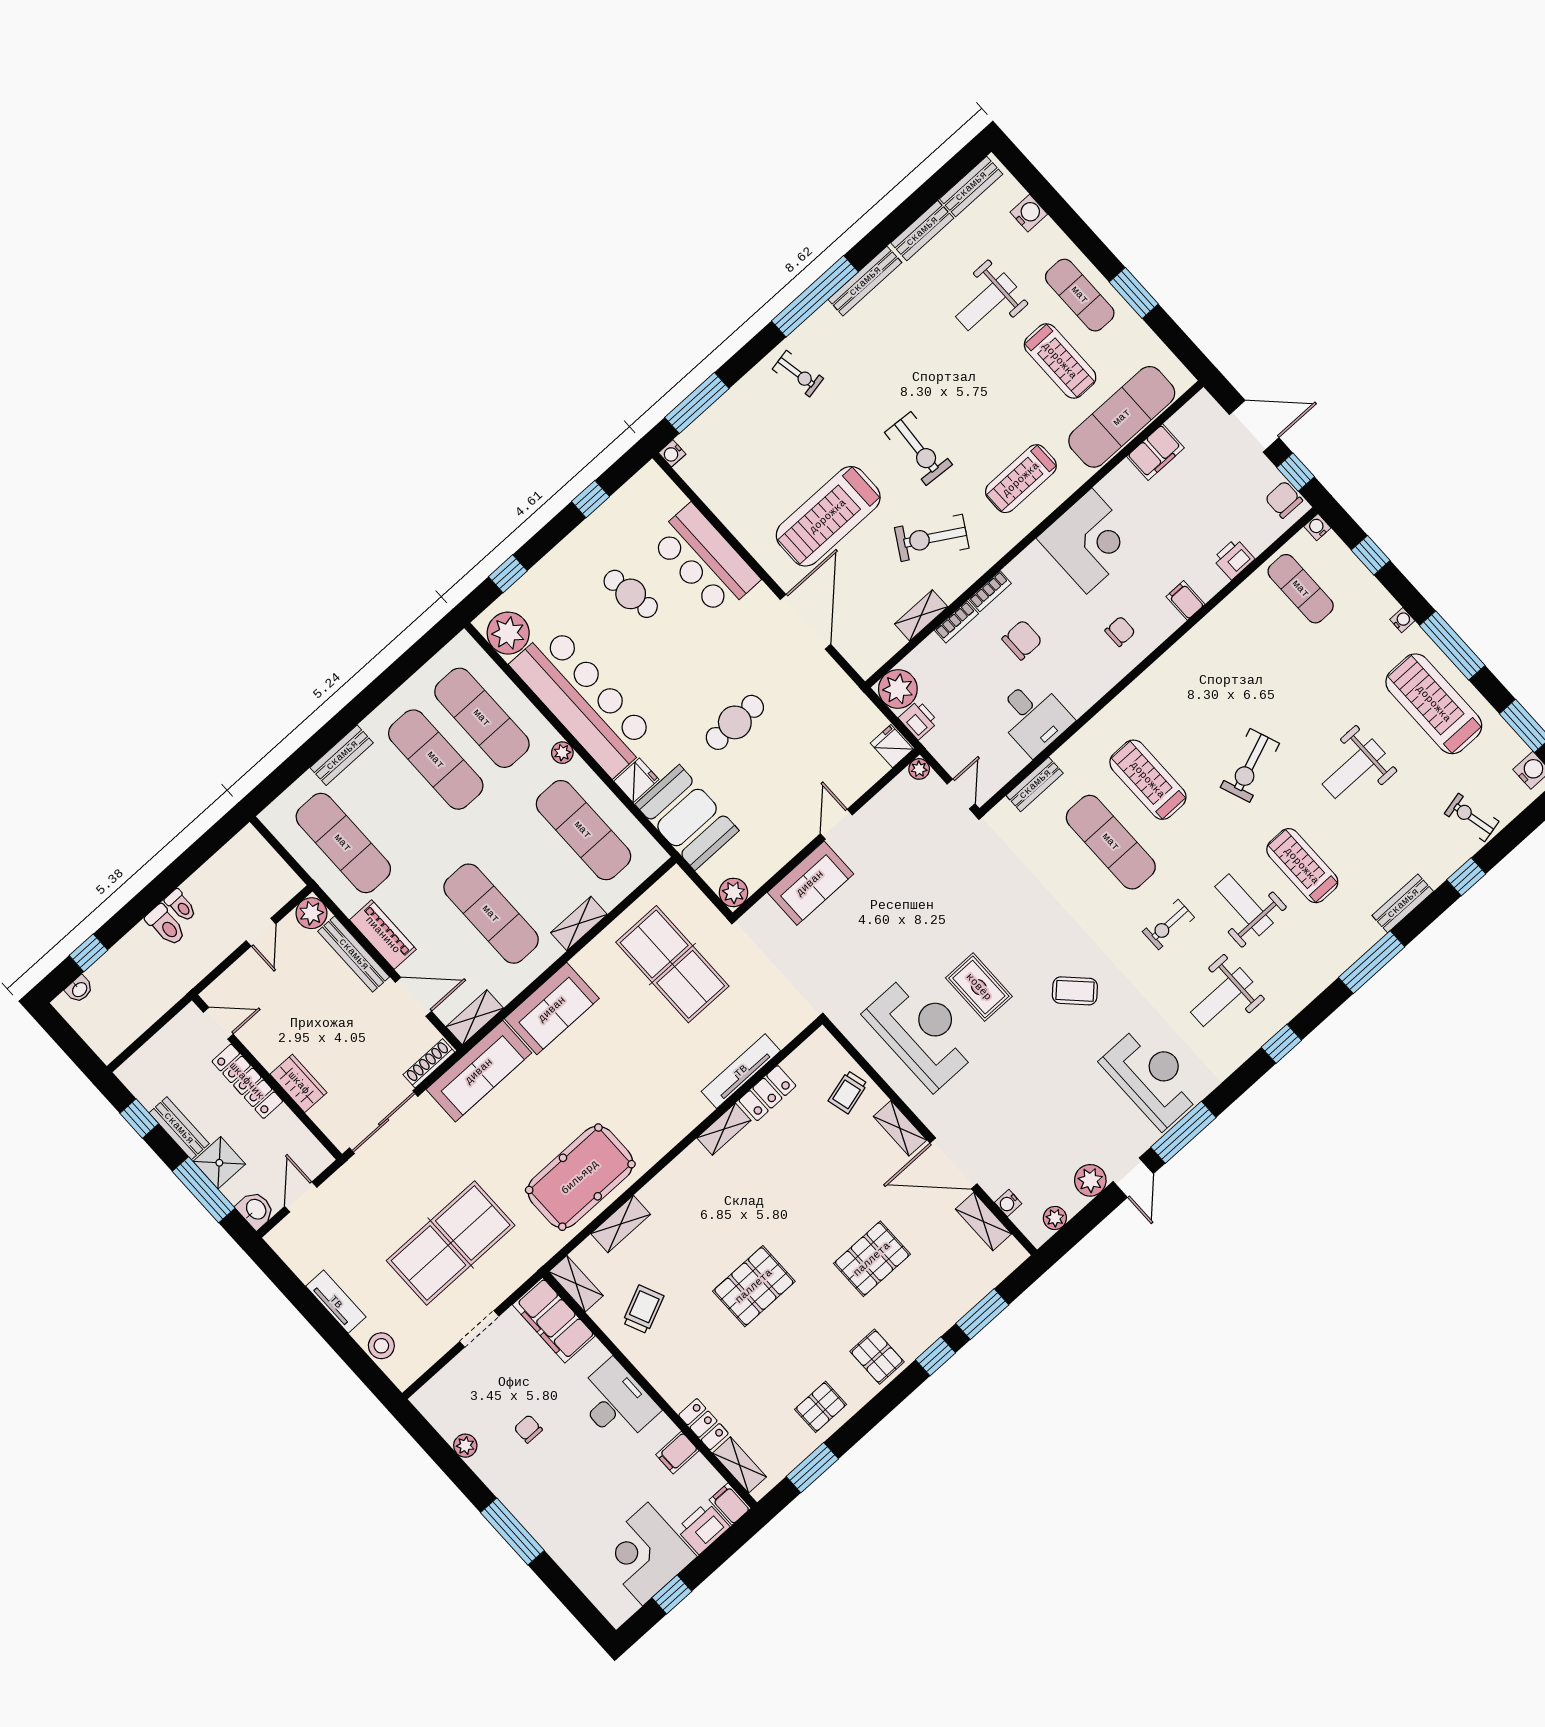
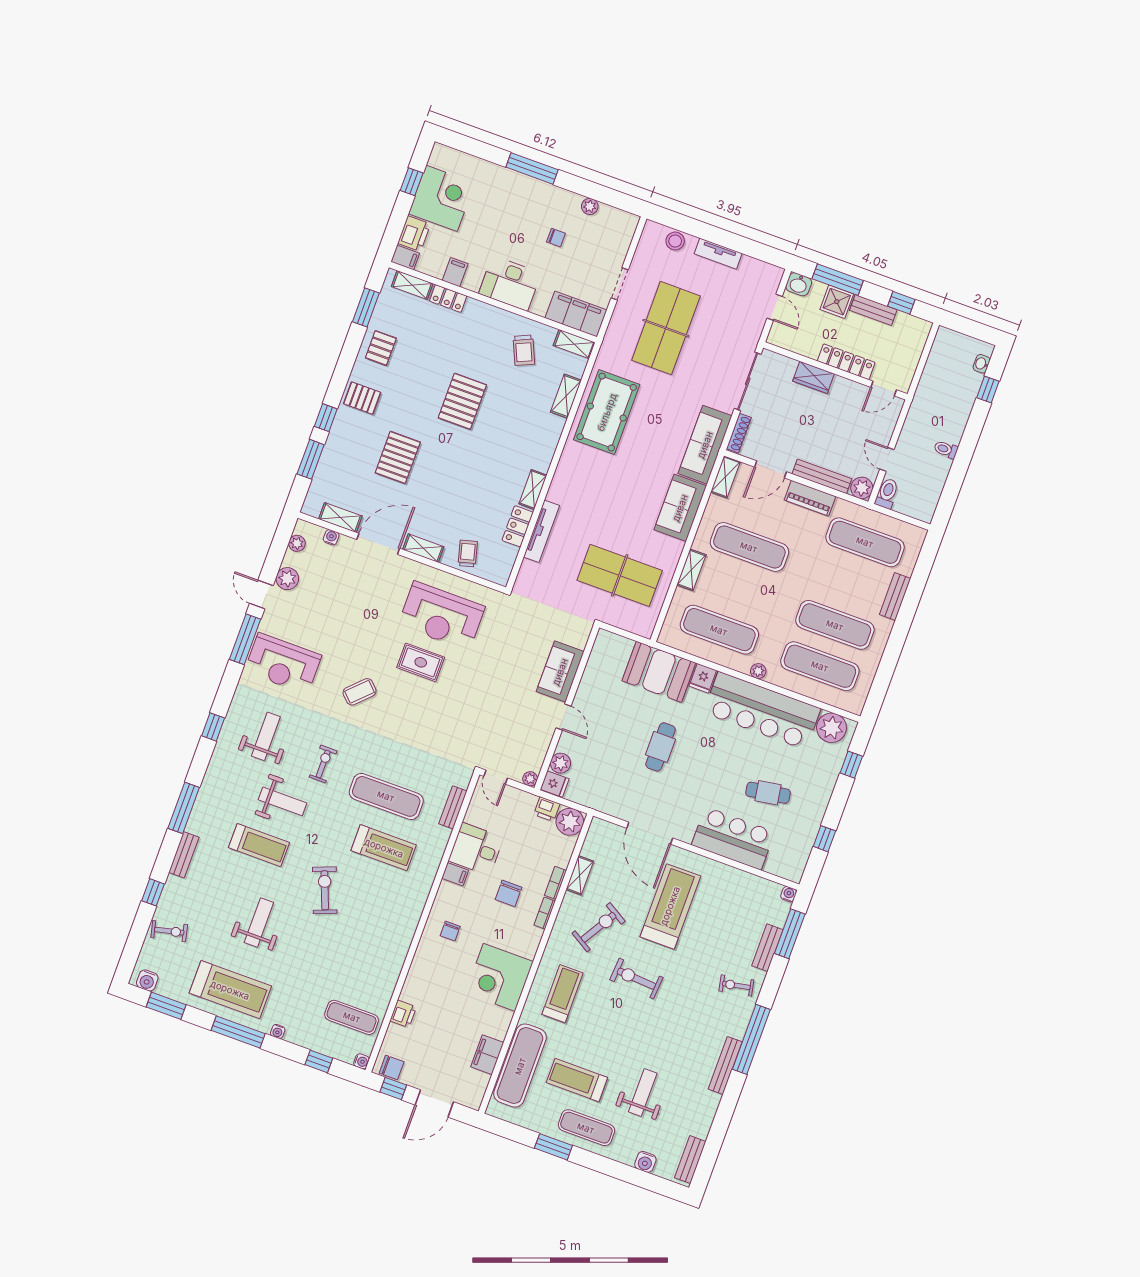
bench: (922, 231) -> (767, 948), moved
filing cabinet: (1185, 600) -> (455, 874), moved
plant: (734, 892) -> (560, 763), moved
toilet: (166, 925) -> (887, 493), moved, turned 90

